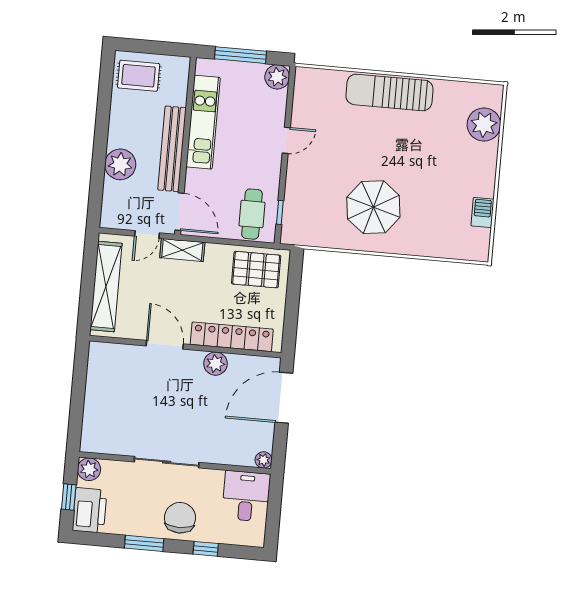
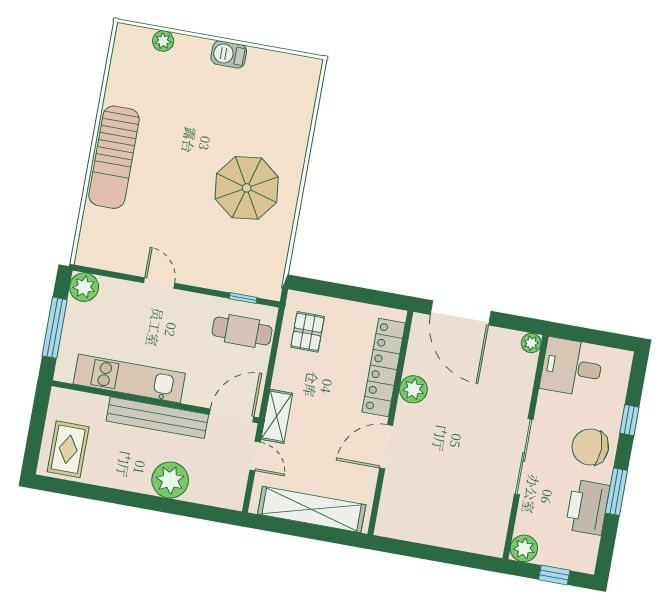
plant: (484, 125) -> (163, 41), width x0.53, depth x0.53
barbecue: (482, 212) -> (229, 54), moved
pallet: (256, 270) -> (308, 332), width x0.67, depth x0.71
printer: (90, 510) -> (588, 507), moved, turned -90

